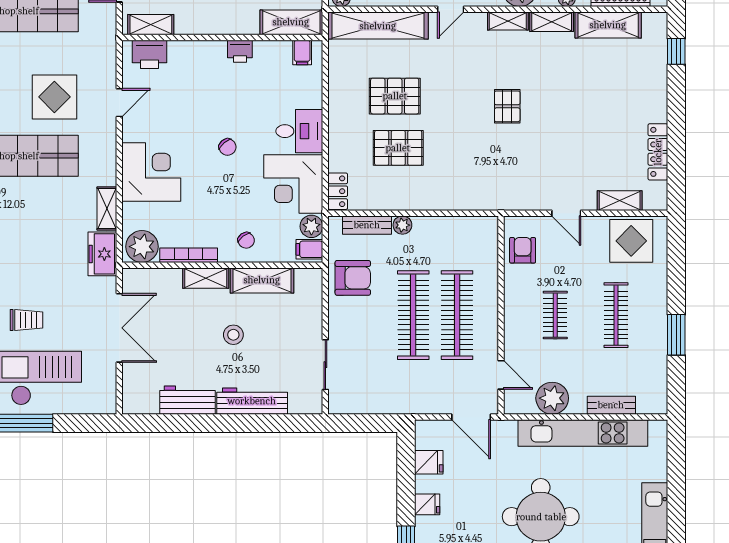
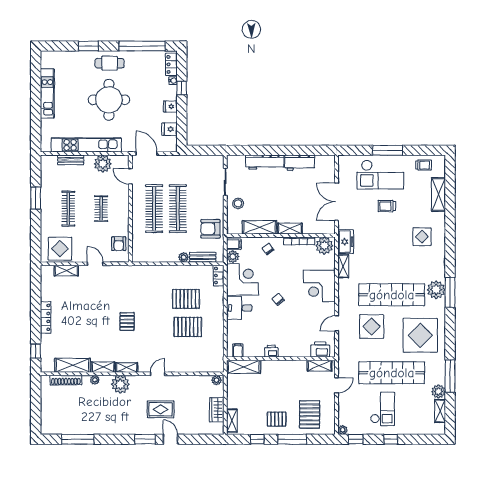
shelving: (378, 26) -> (197, 365), removed
locker: (658, 152) -> (46, 317), moved
stool: (233, 335) -> (238, 203), moved

